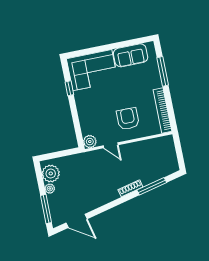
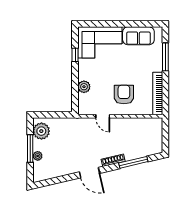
plant: (90, 142) -> (84, 87), moved
plant: (50, 189) -> (38, 156), moved
window: (46, 209) -> (30, 148), moved
door: (77, 221) -> (89, 173), moved

